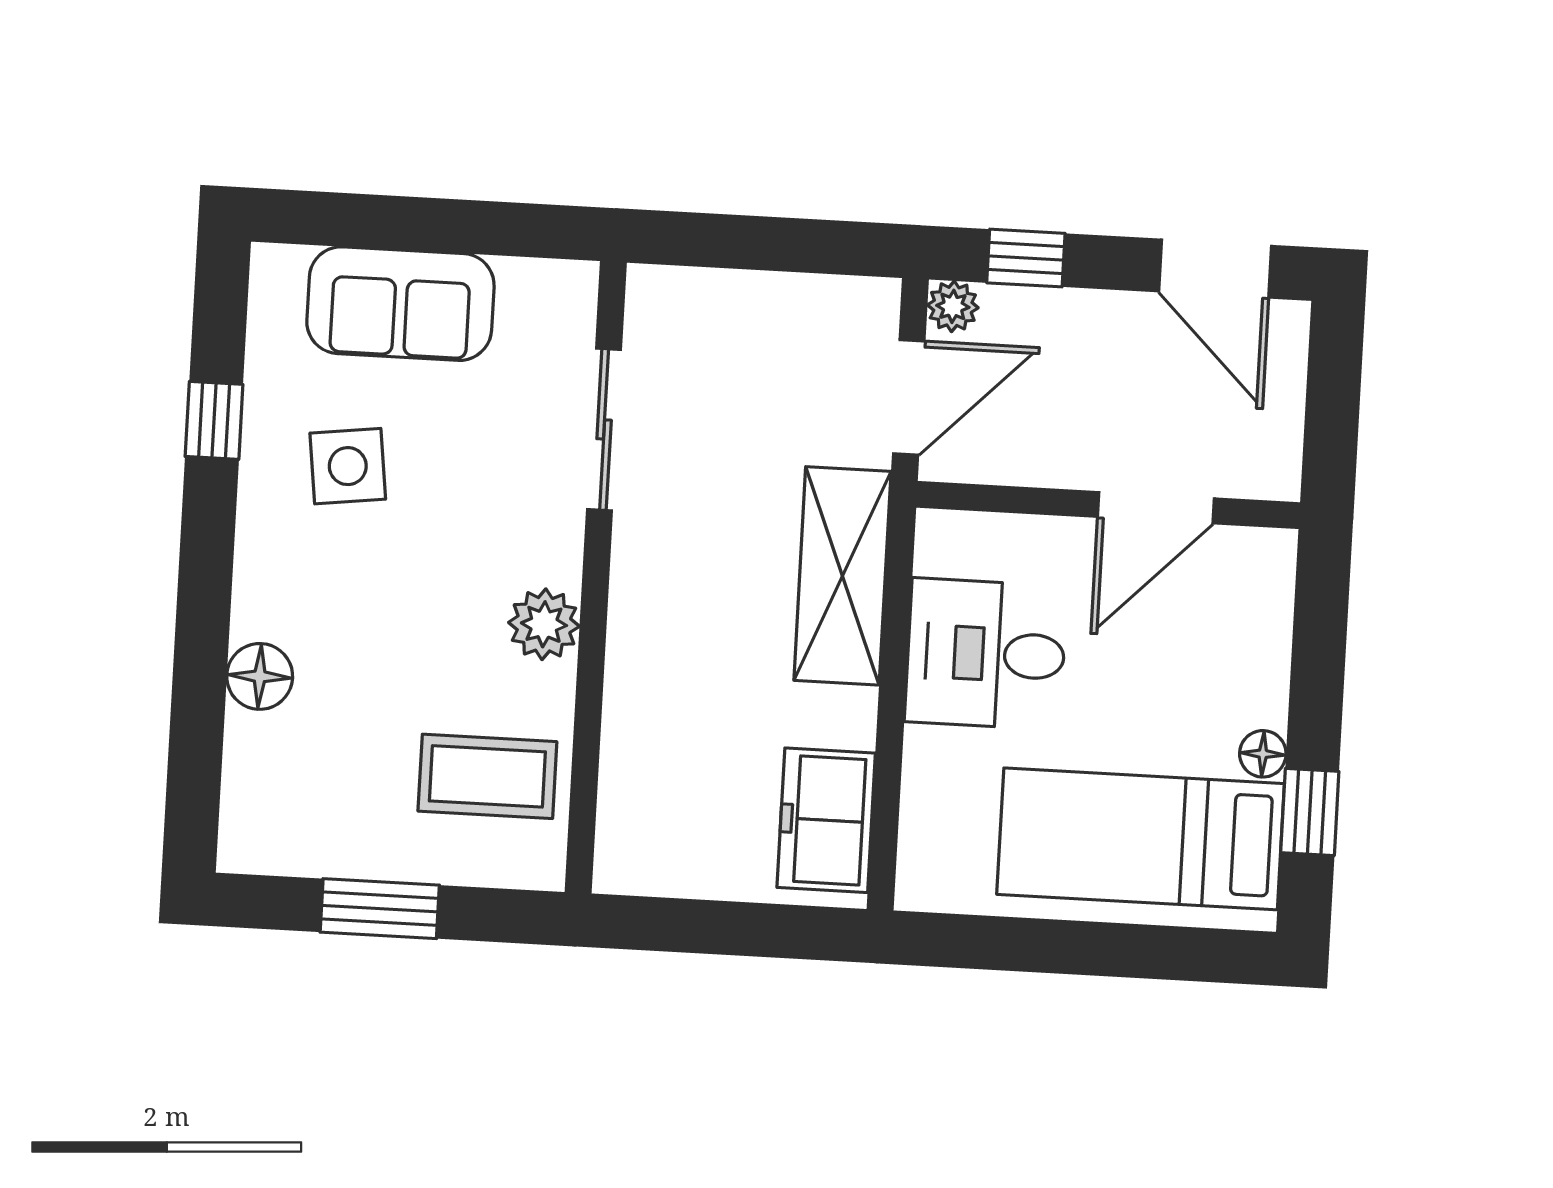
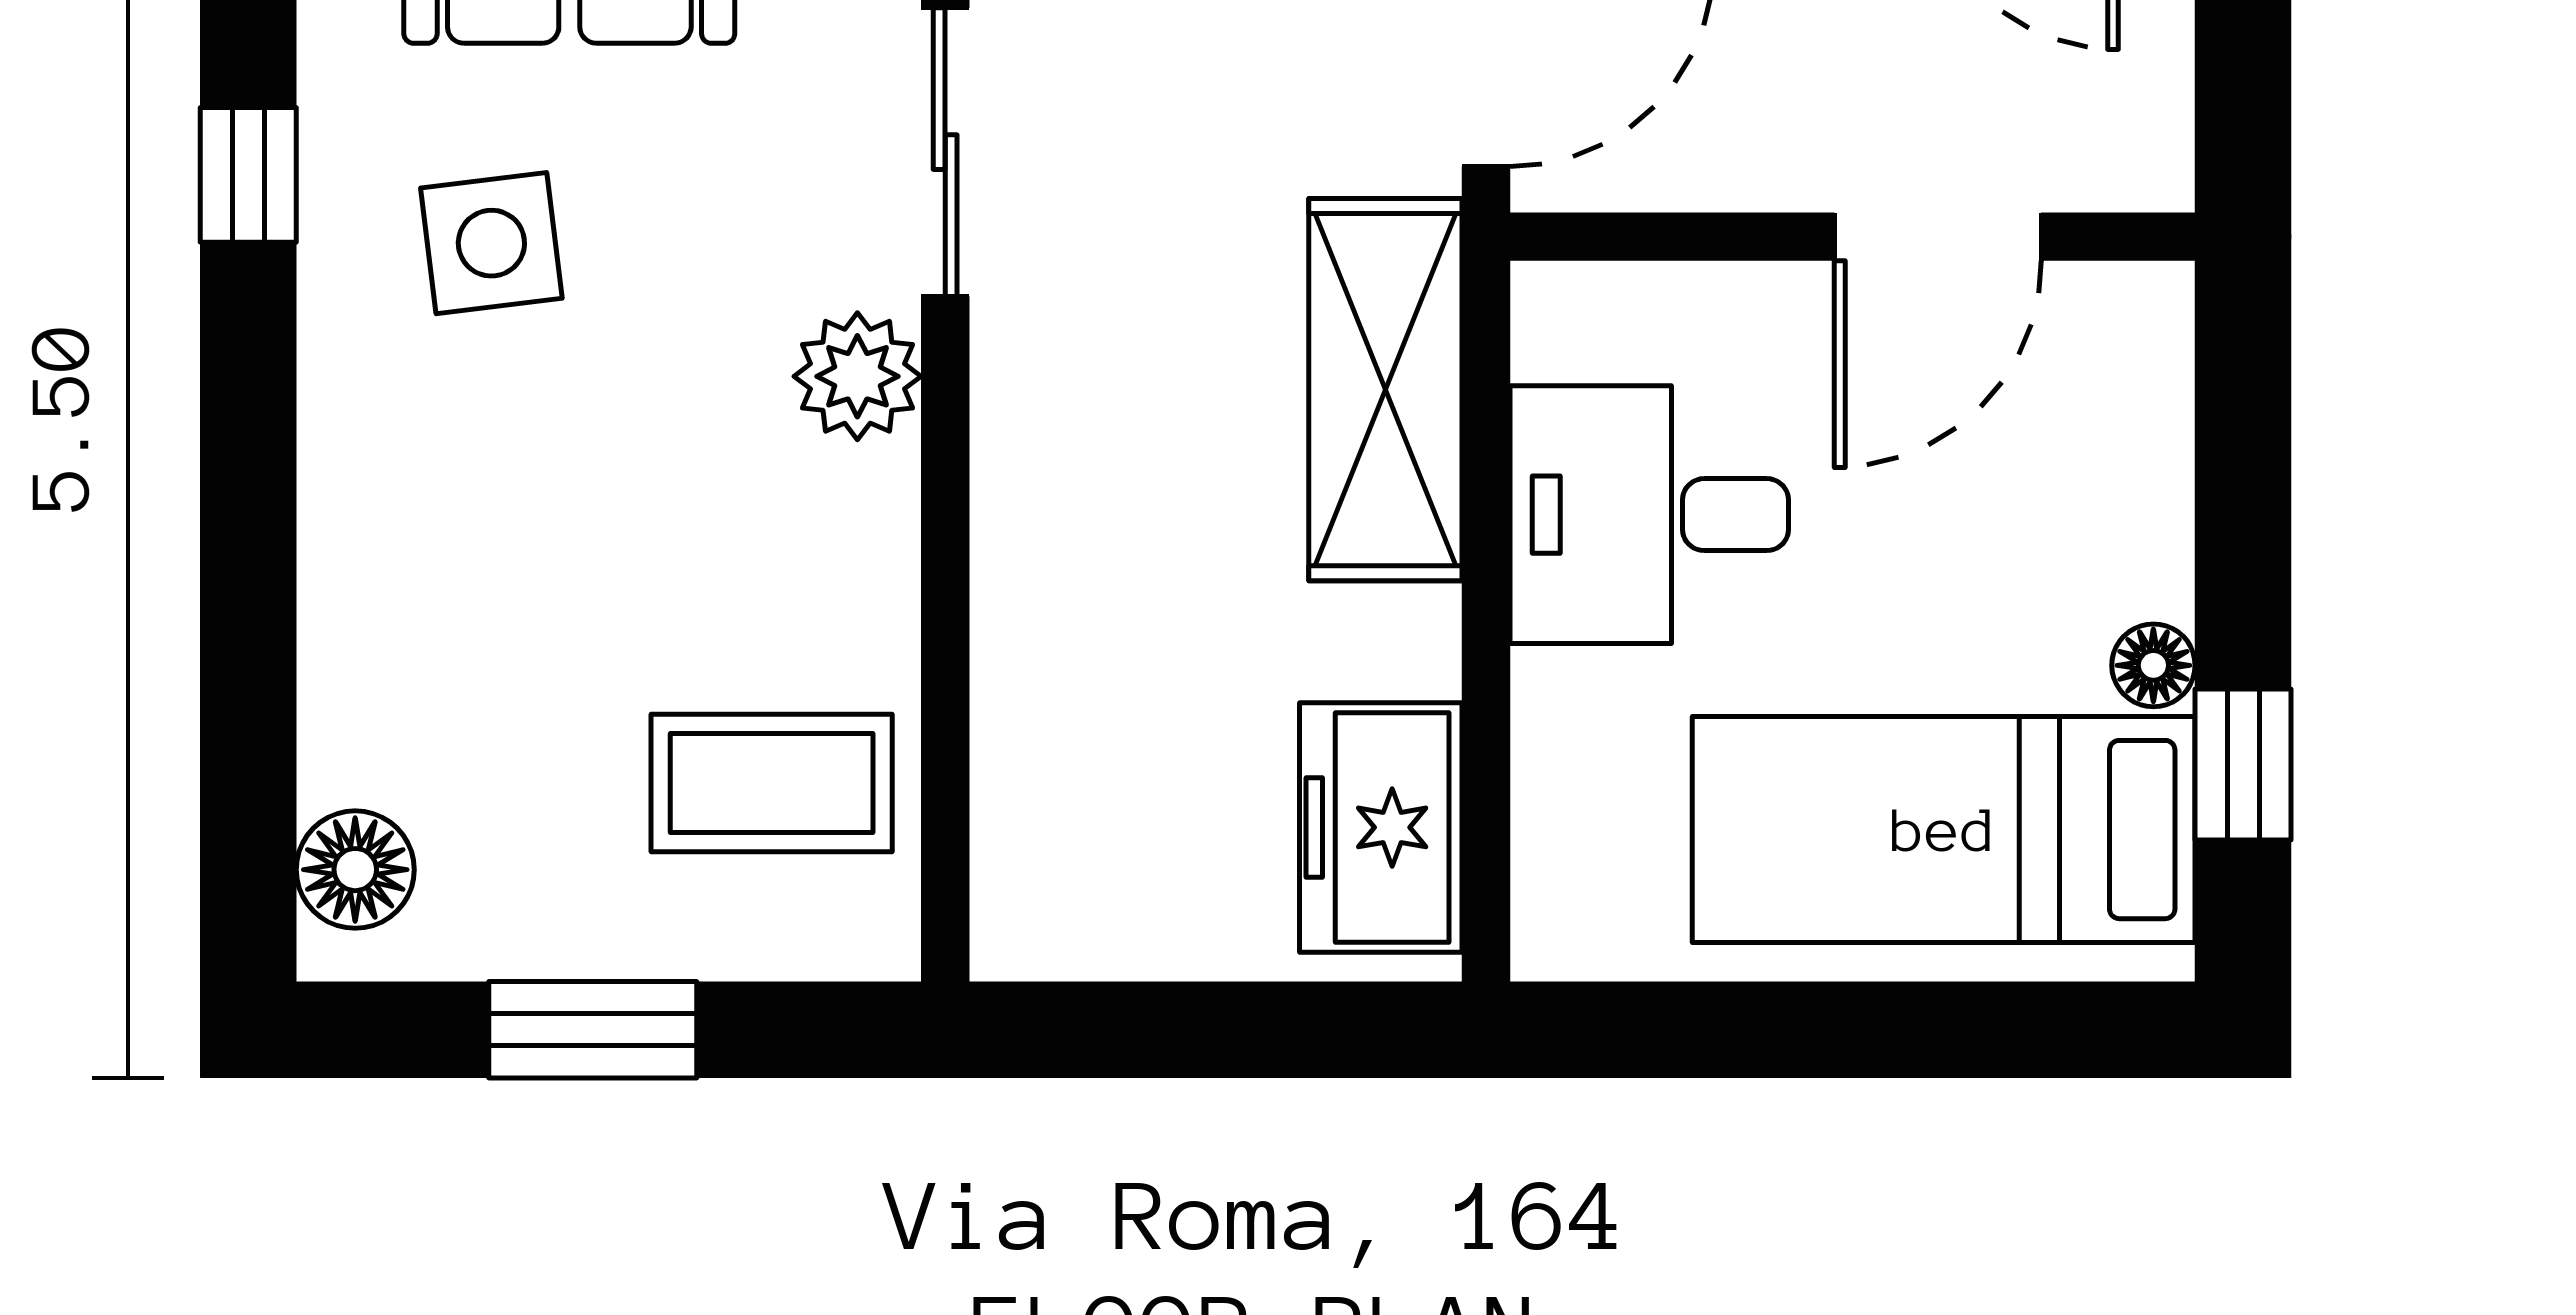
plant: (544, 624) -> (857, 376), moved
floor lamp: (260, 676) -> (355, 870), moved

